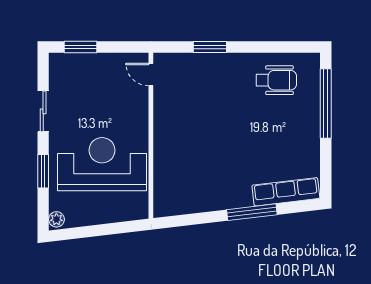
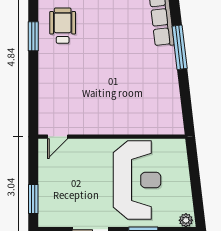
window: (210, 47) -> (33, 36), moved
reception desk: (102, 164) -> (137, 180), turned 180

